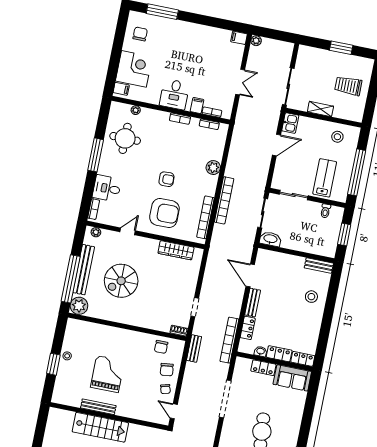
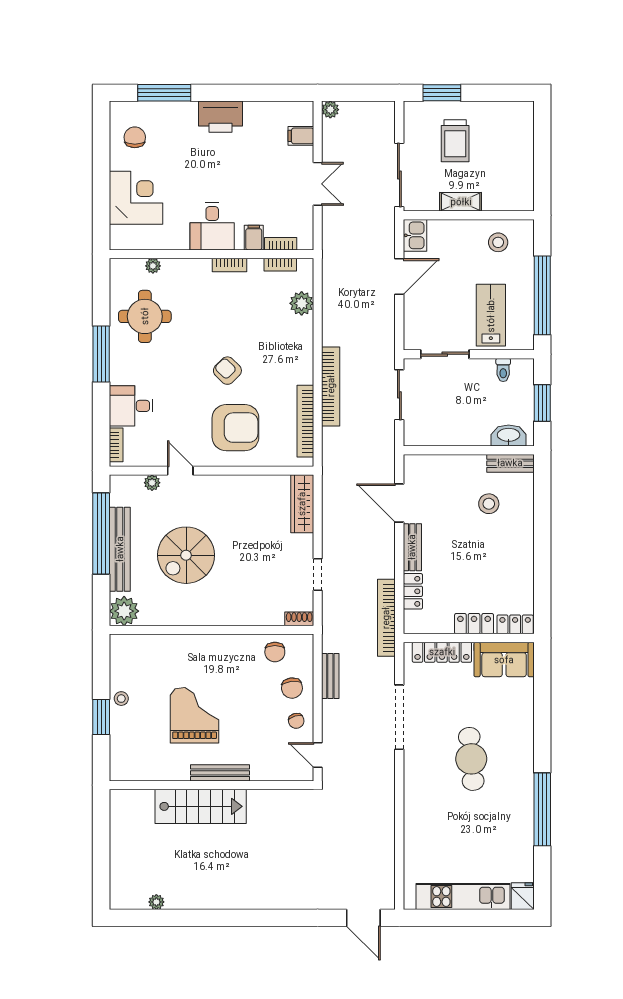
printer: (192, 32) -> (221, 117), added
filing cabinet: (239, 38) -> (301, 136), moved
window: (341, 48) -> (442, 93), moved
trolley: (348, 86) -> (455, 141), moved, turned -90
filing cabinet: (121, 89) -> (122, 235), removed
plant: (213, 168) -> (302, 303), moved
armchair: (166, 179) -> (227, 371), turned -133
door: (128, 231) -> (180, 471), hinge flipped
plant: (96, 232) -> (152, 483), moved
washbasin: (270, 239) -> (509, 435), moved
wardrobe: (176, 250) -> (302, 504), moved, turned 90
window: (71, 279) -> (101, 534), moved
stool: (311, 297) -> (489, 504), moved
bench: (194, 349) -> (330, 676), moved
washbasin: (261, 351) -> (442, 626), removed
locker: (263, 368) -> (442, 652), width x1.53
bench: (98, 407) -> (220, 773), moved

